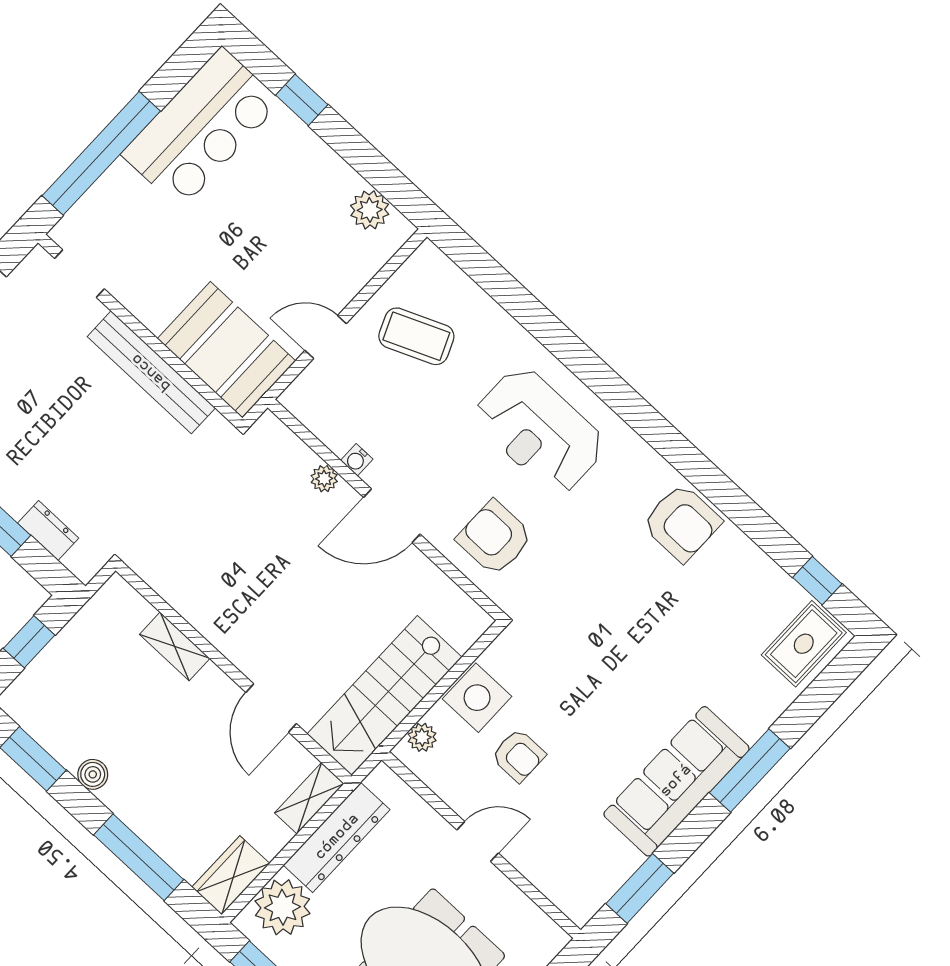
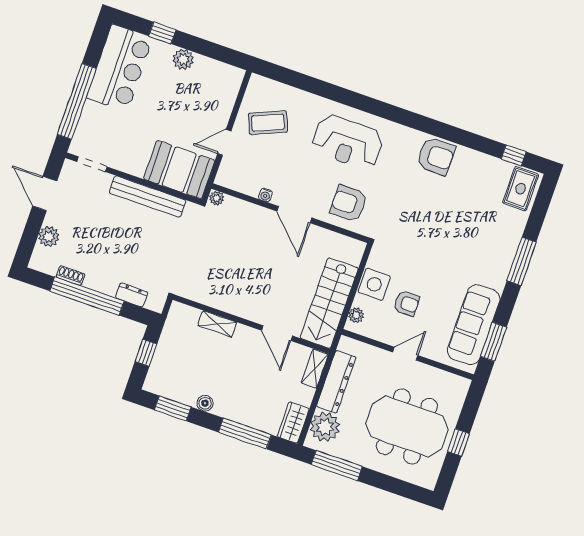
plant: (370, 210) -> (183, 59), moved
plant: (324, 479) -> (217, 198), moved
door: (392, 516) -> (294, 215), hinge flipped
sofa: (676, 781) -> (474, 325), moved

